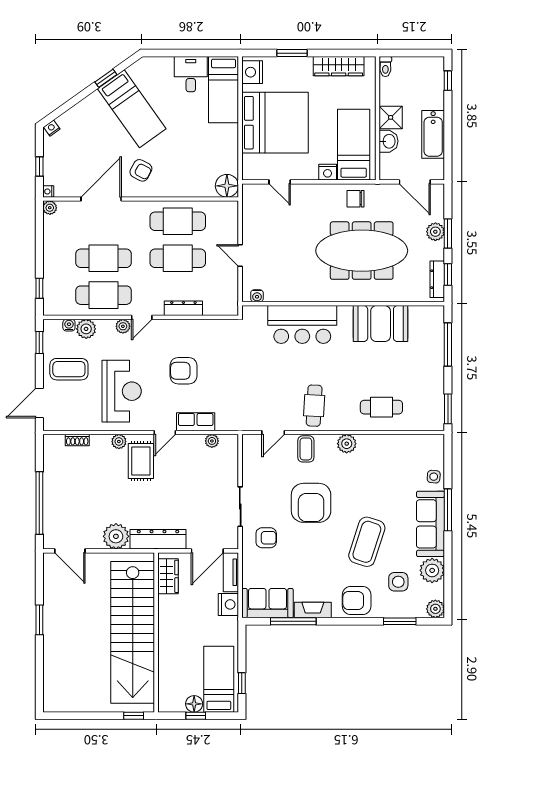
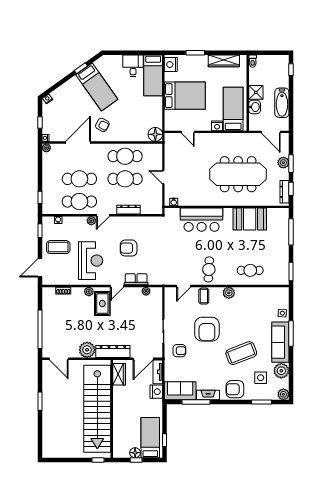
bed: (275, 123) -> (185, 96), width x0.73
chair: (356, 199) -> (234, 142), removed
plant: (86, 329) -> (69, 222), removed
coffee table: (367, 542) -> (241, 353), turned 51

